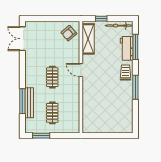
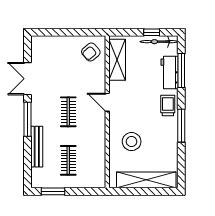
window: (101, 19) -> (152, 32), moved
double door: (22, 39) -> (28, 79), moved
stool: (99, 99) -> (132, 142), added
window: (22, 101) -> (28, 119), moved
shelving: (110, 127) -> (146, 180), added

